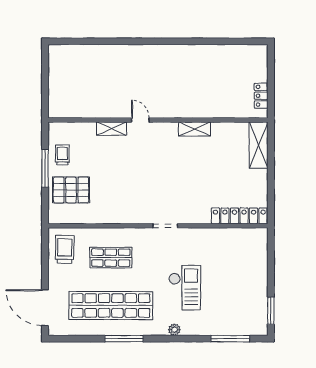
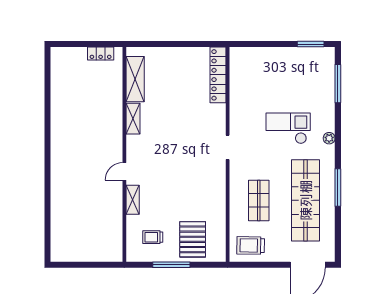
shelving: (259, 145) -> (135, 79), moved, turned 90
trolley: (62, 155) -> (153, 237), moved

